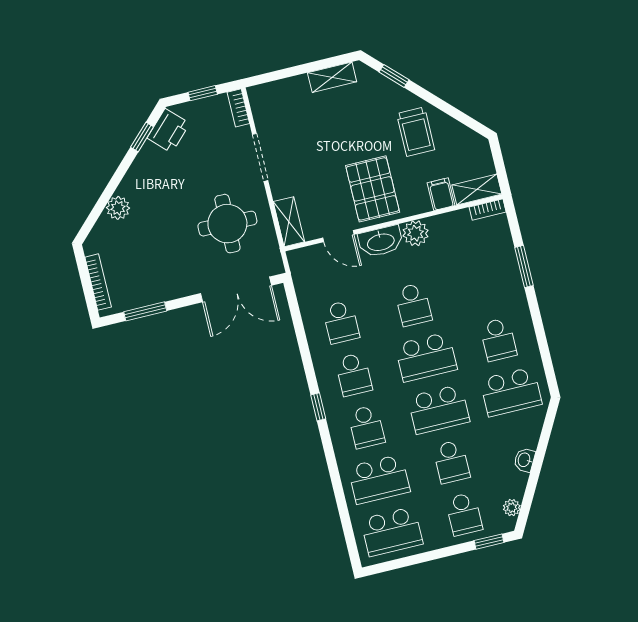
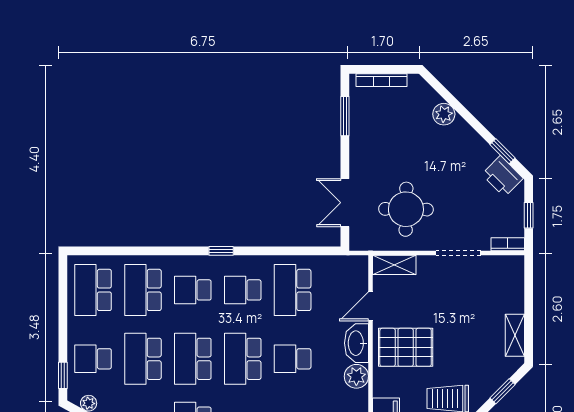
double door: (236, 289) -> (345, 203), width x0.73
school desk: (341, 322) -> (293, 290), width x1.85
school desk: (451, 462) -> (143, 359), width x1.85

